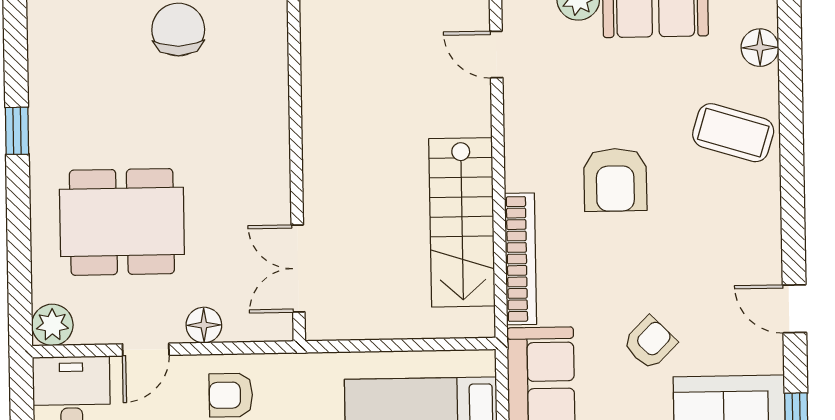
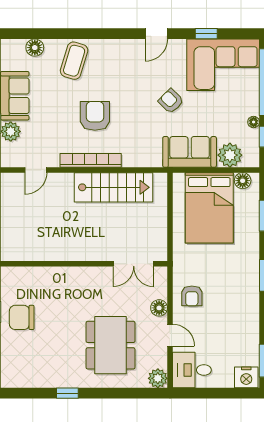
armchair: (615, 180) -> (95, 116), turned -90
bookcase: (520, 259) -> (91, 160), moved

